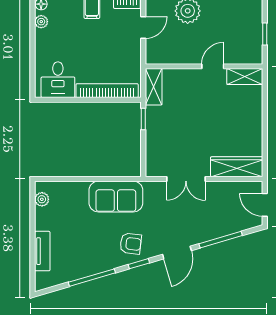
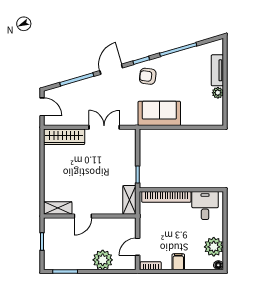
plant: (41, 22) -> (214, 247), width x1.87, depth x1.87
plant: (42, 199) -> (218, 93), moved

